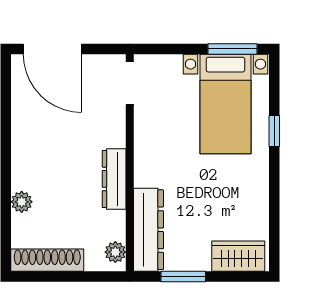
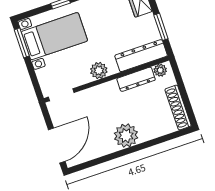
plant: (148, 155) -> (99, 71), added
dresser: (114, 179) -> (136, 79), moved
plant: (22, 202) -> (126, 136), moved, width x1.88, depth x1.88

